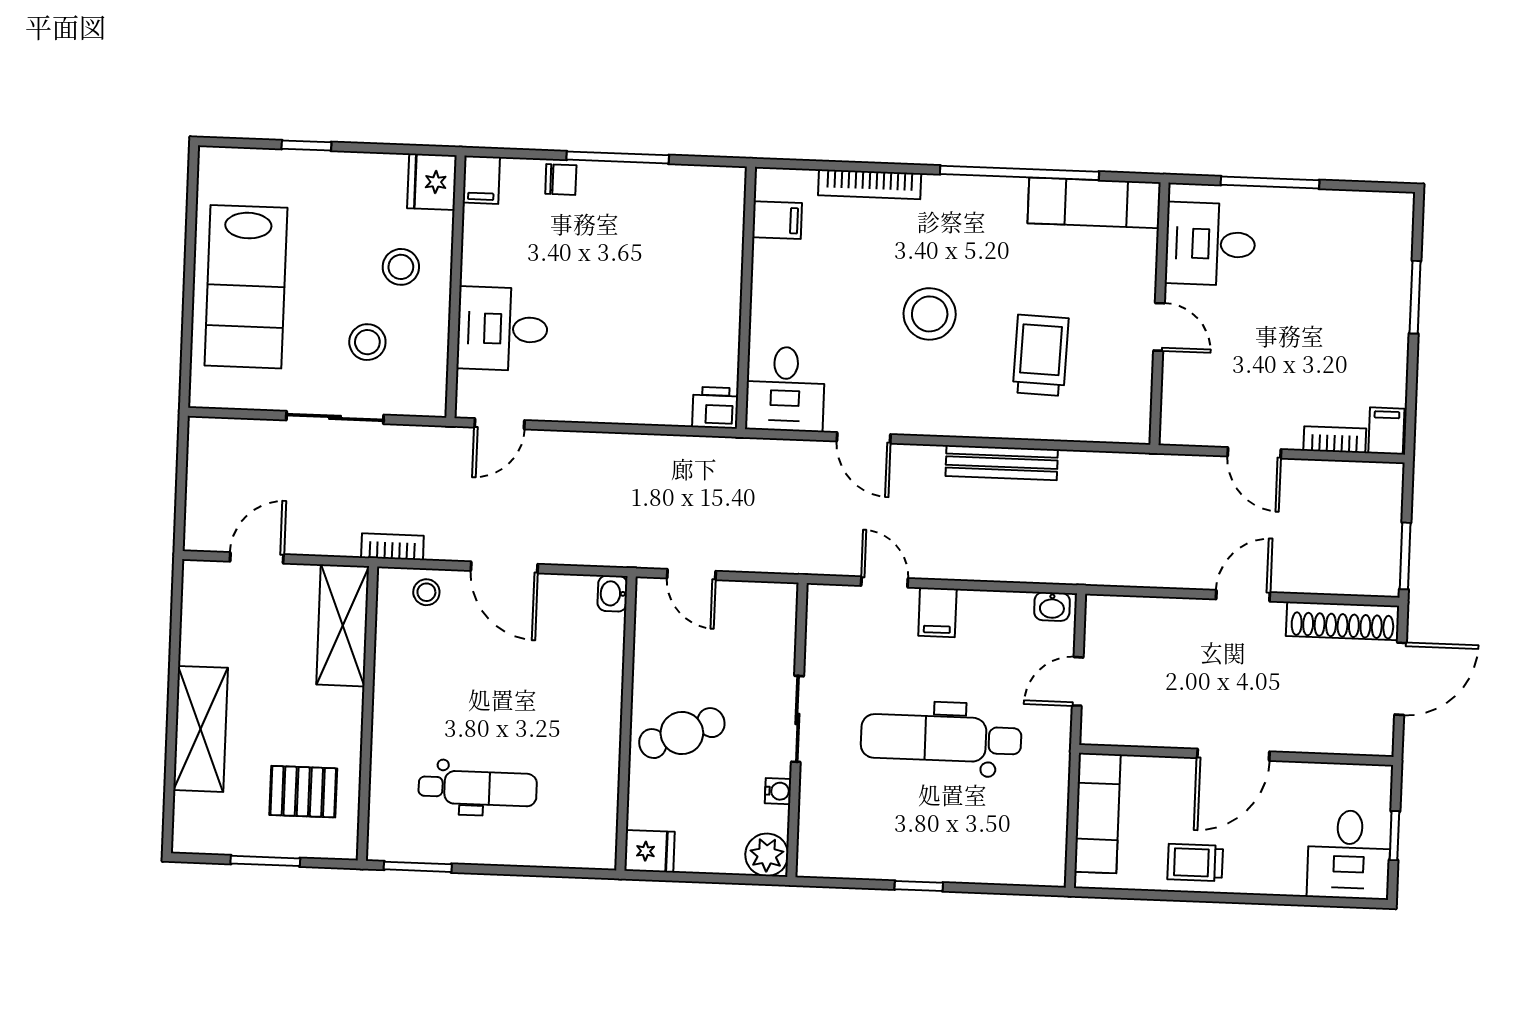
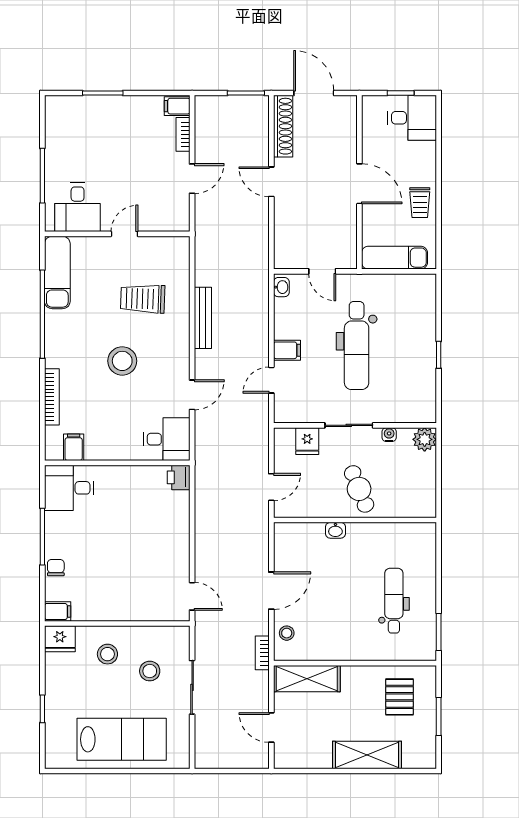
desk: (502, 329) -> (69, 488), moved, turned 90
washbasin: (612, 593) -> (335, 530), moved
fridge: (649, 851) -> (307, 441), moved, turned 180

